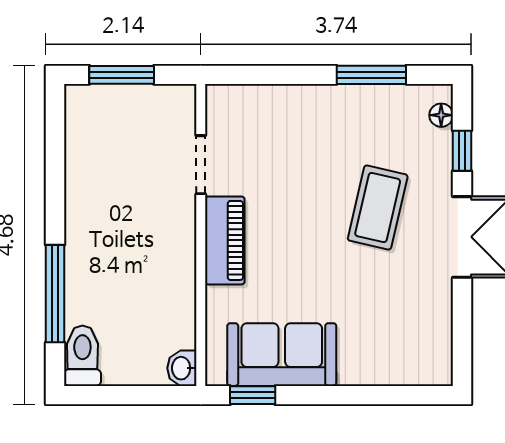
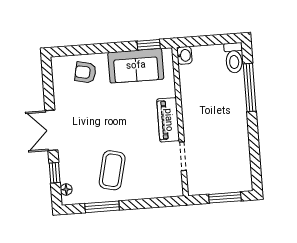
coffee table: (378, 208) -> (112, 170), moved
armchair: (385, 349) -> (85, 72), added

